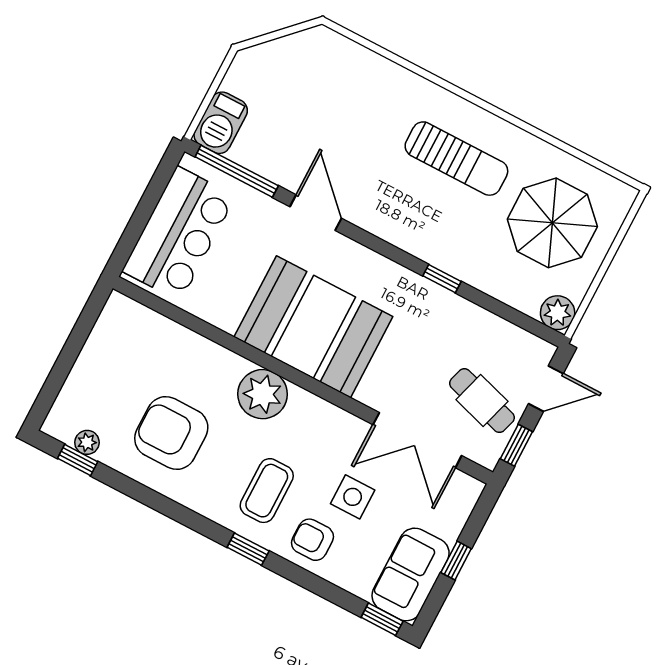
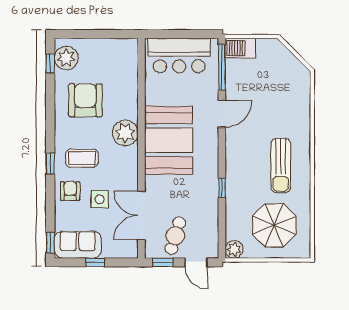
plant: (87, 442) -> (66, 58), width x1.88, depth x1.88

